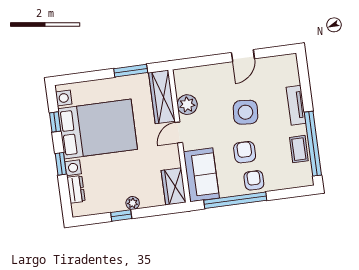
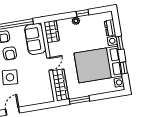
plant: (187, 105) -> (45, 81), removed

